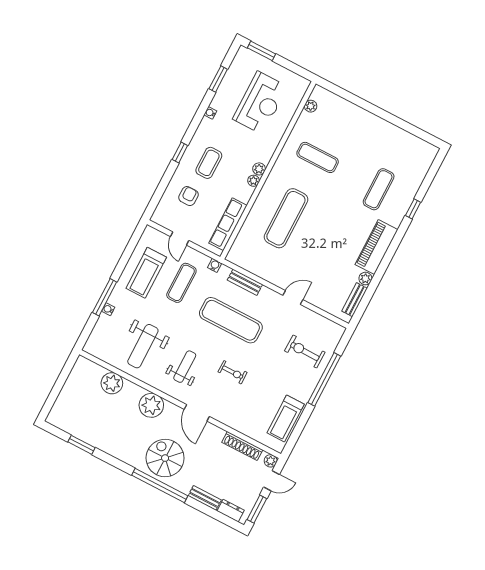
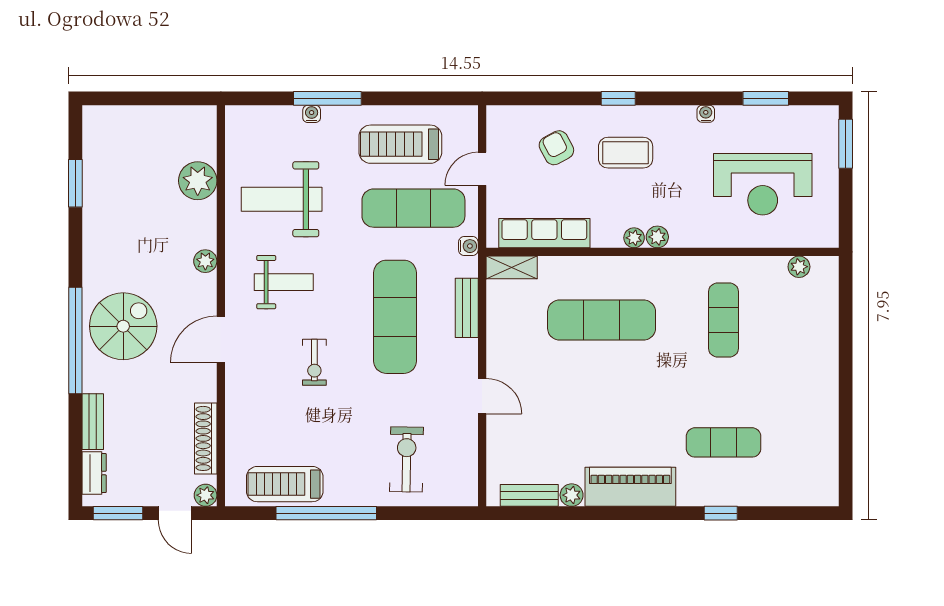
armchair: (189, 196) -> (556, 148), turned -118
shelving: (236, 249) -> (512, 267), added
exercise mat: (181, 283) -> (413, 208), width x1.36, depth x1.45
window: (324, 379) -> (326, 513), moved
plant: (151, 405) -> (205, 261), width x0.53, depth x0.53

